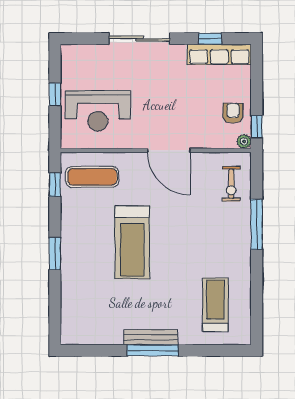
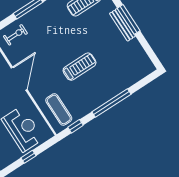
treadmill: (132, 242) -> (79, 67), width x0.73, depth x0.73
window: (55, 254) -> (111, 103), width x2.11

